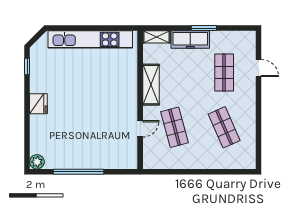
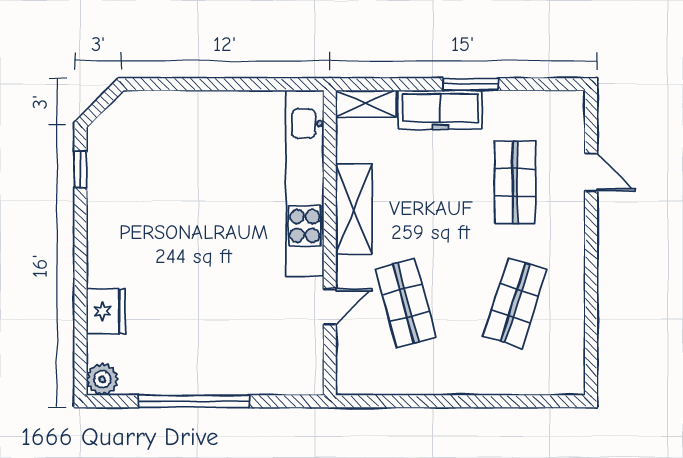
kitchen unit: (90, 39) -> (305, 183), moved, turned 90
fridge: (38, 104) -> (106, 311), moved
shop shelf: (224, 127) -> (515, 303), turned 42

